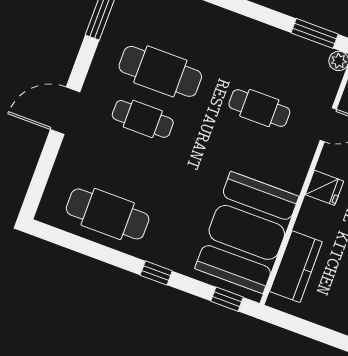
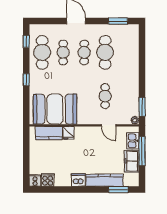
cafe table: (125, 166) -> (63, 52), added
fridge: (324, 188) -> (69, 133), moved
window: (227, 299) -> (26, 41), moved

